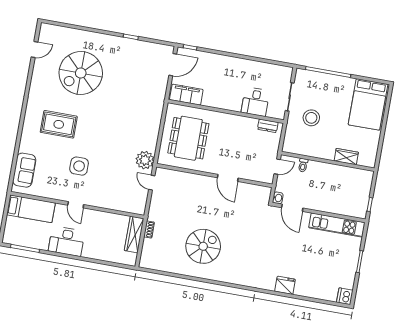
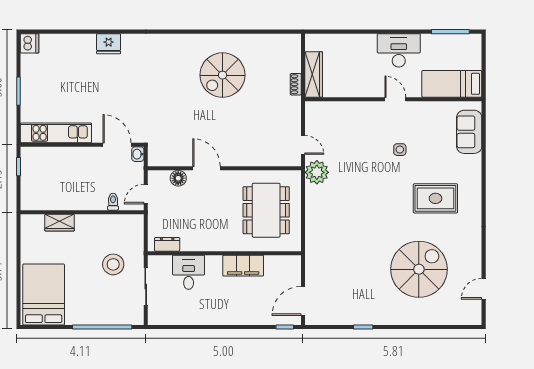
filing cabinet: (186, 95) -> (243, 266), moved
side table: (79, 166) -> (400, 150), width x0.54, depth x0.54
floor lamp: (250, 174) -> (178, 178), added

